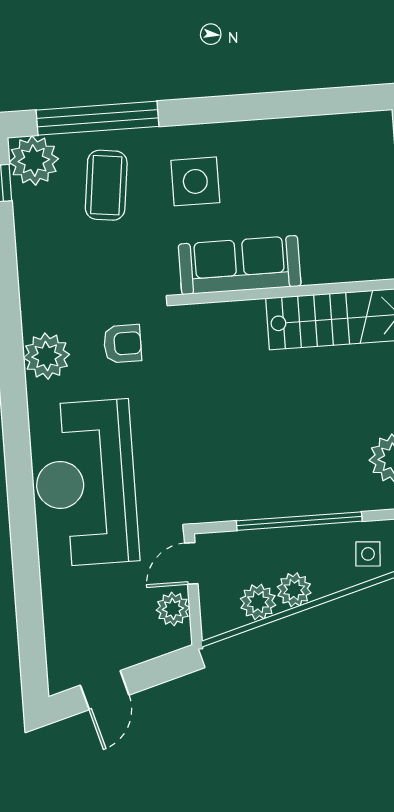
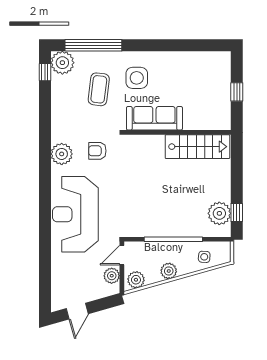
coffee table: (106, 185) -> (99, 89), moved
armchair: (122, 344) -> (97, 151), turned 180
plant: (258, 602) -> (136, 280), moved

